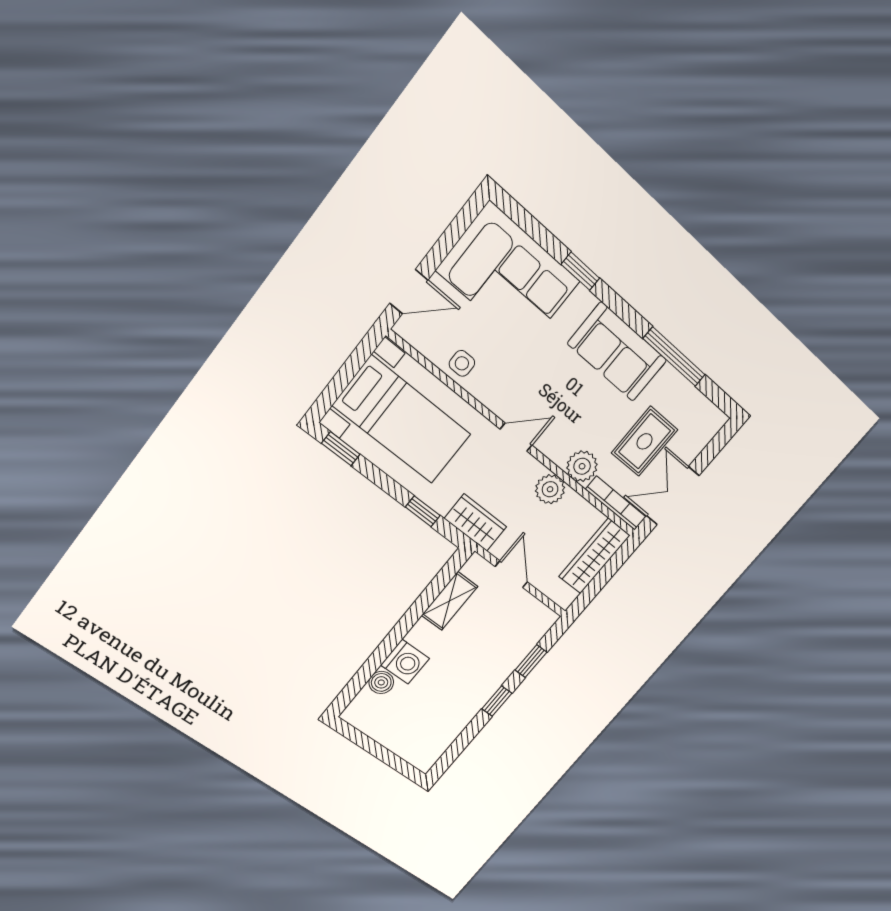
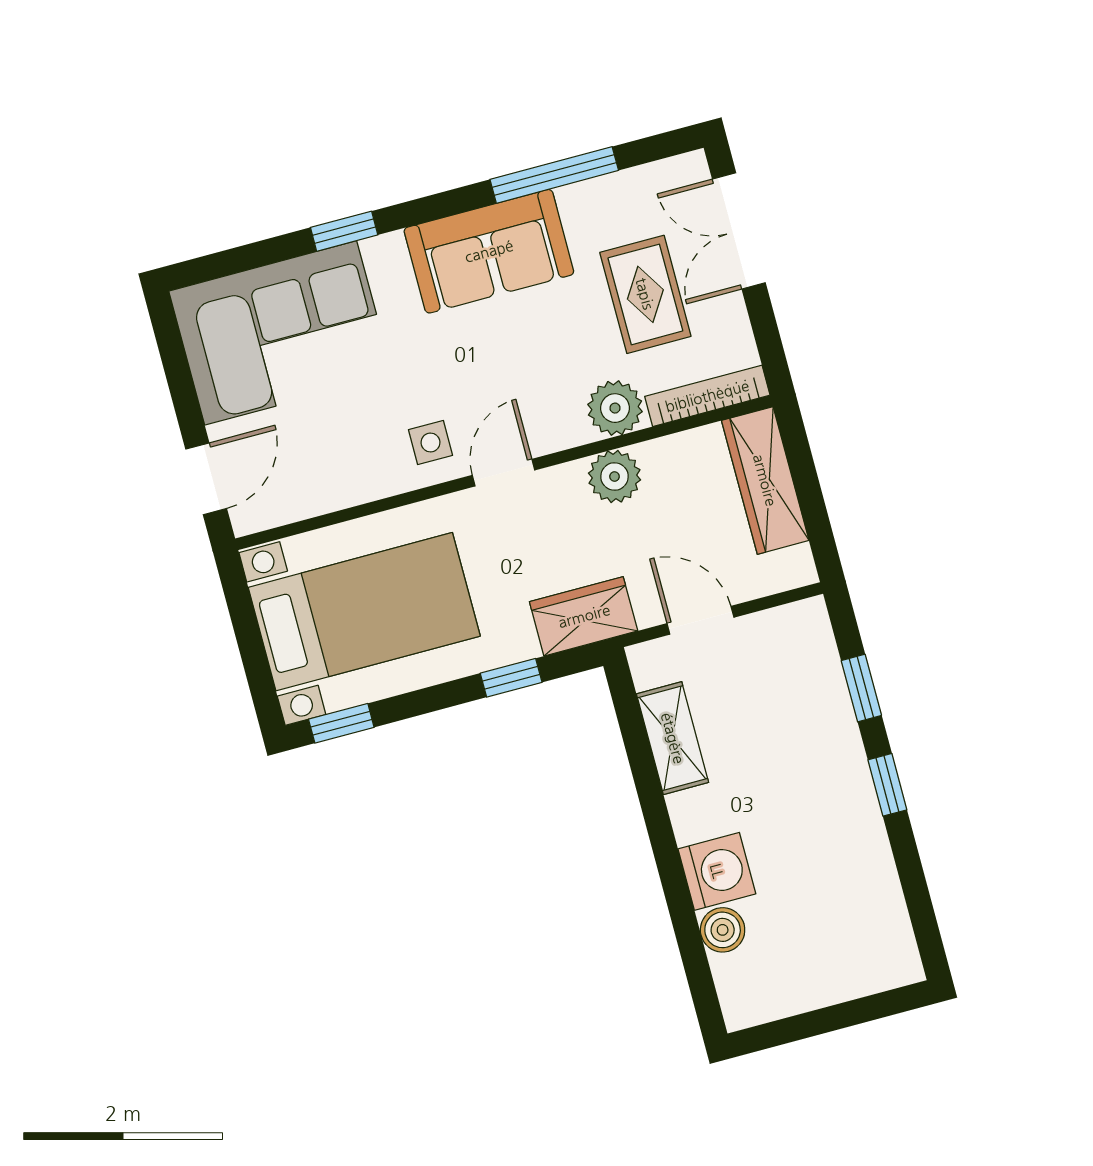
side table: (462, 363) -> (430, 442), moved
double door: (673, 496) -> (739, 231), moved

